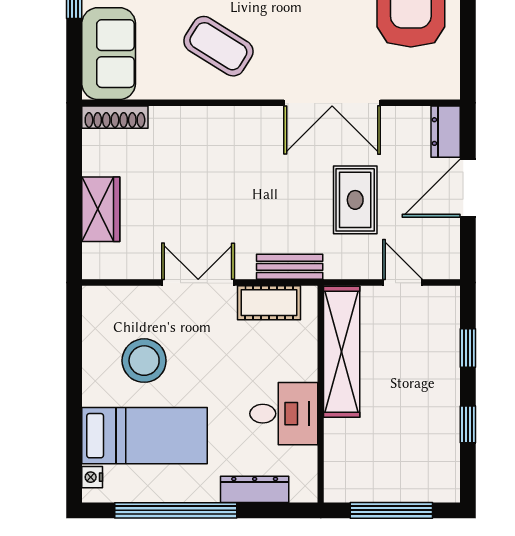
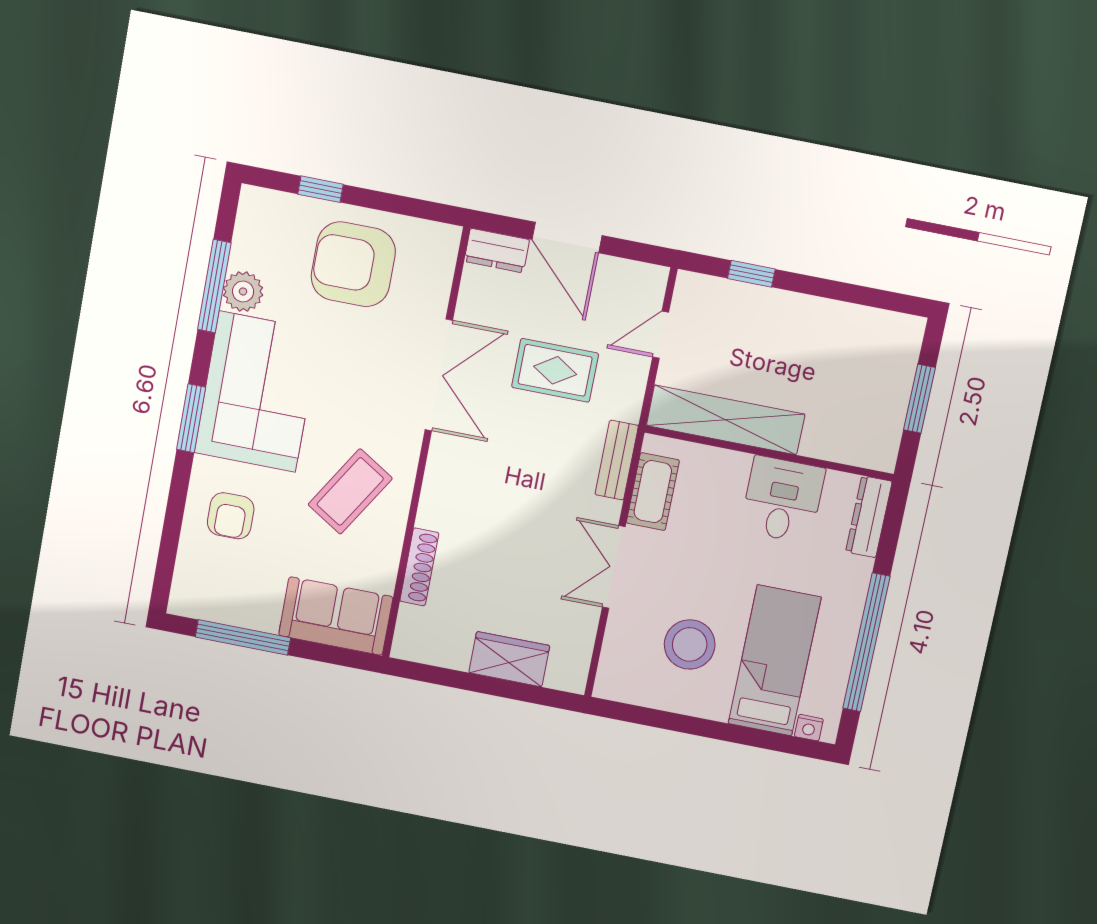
shoe rack: (115, 117) -> (419, 567), moved
window: (468, 424) -> (840, 291), removed
dresser: (255, 489) -> (869, 517), moved
window: (391, 510) -> (919, 399), width x0.69

